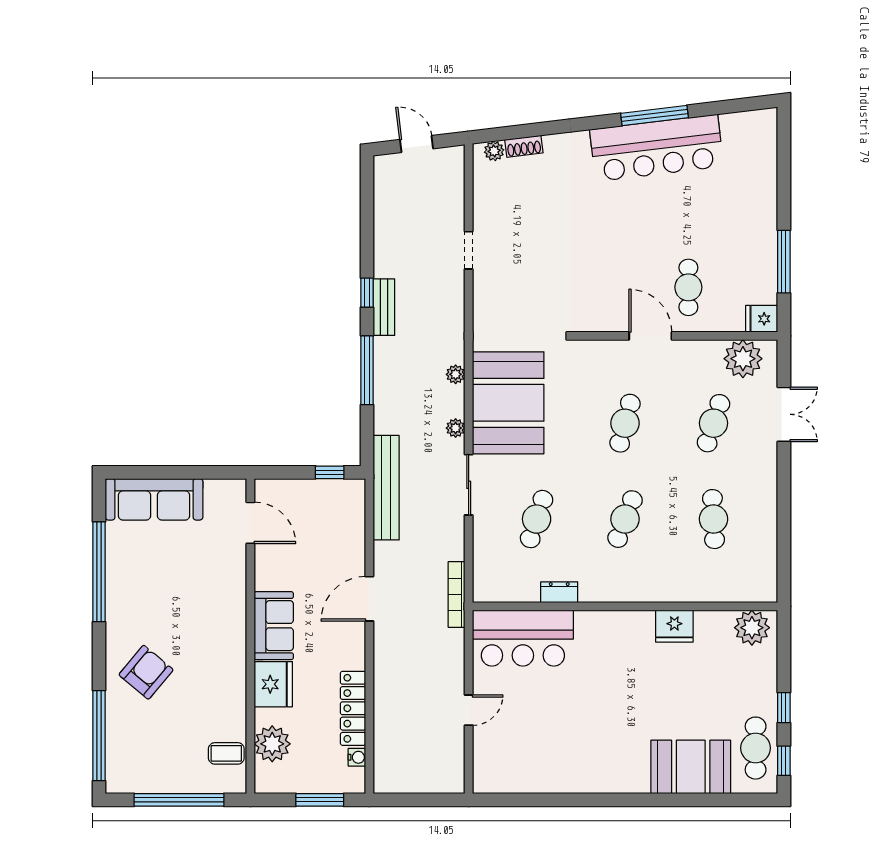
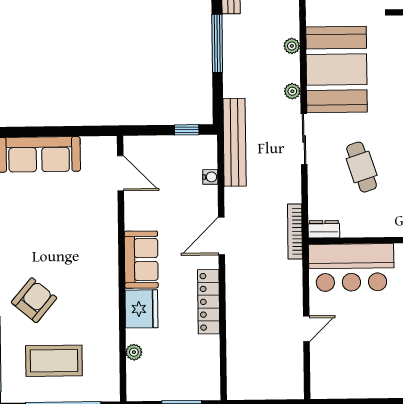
cafe table: (537, 519) -> (362, 167), turned -36
dresser: (559, 592) -> (324, 229), moved
locker: (353, 708) -> (209, 302), moved
plant: (272, 744) -> (134, 352), width x0.53, depth x0.53
coffee table: (226, 753) -> (54, 361), moved, width x1.86, depth x1.72
water cooler: (357, 757) -> (210, 177), moved

